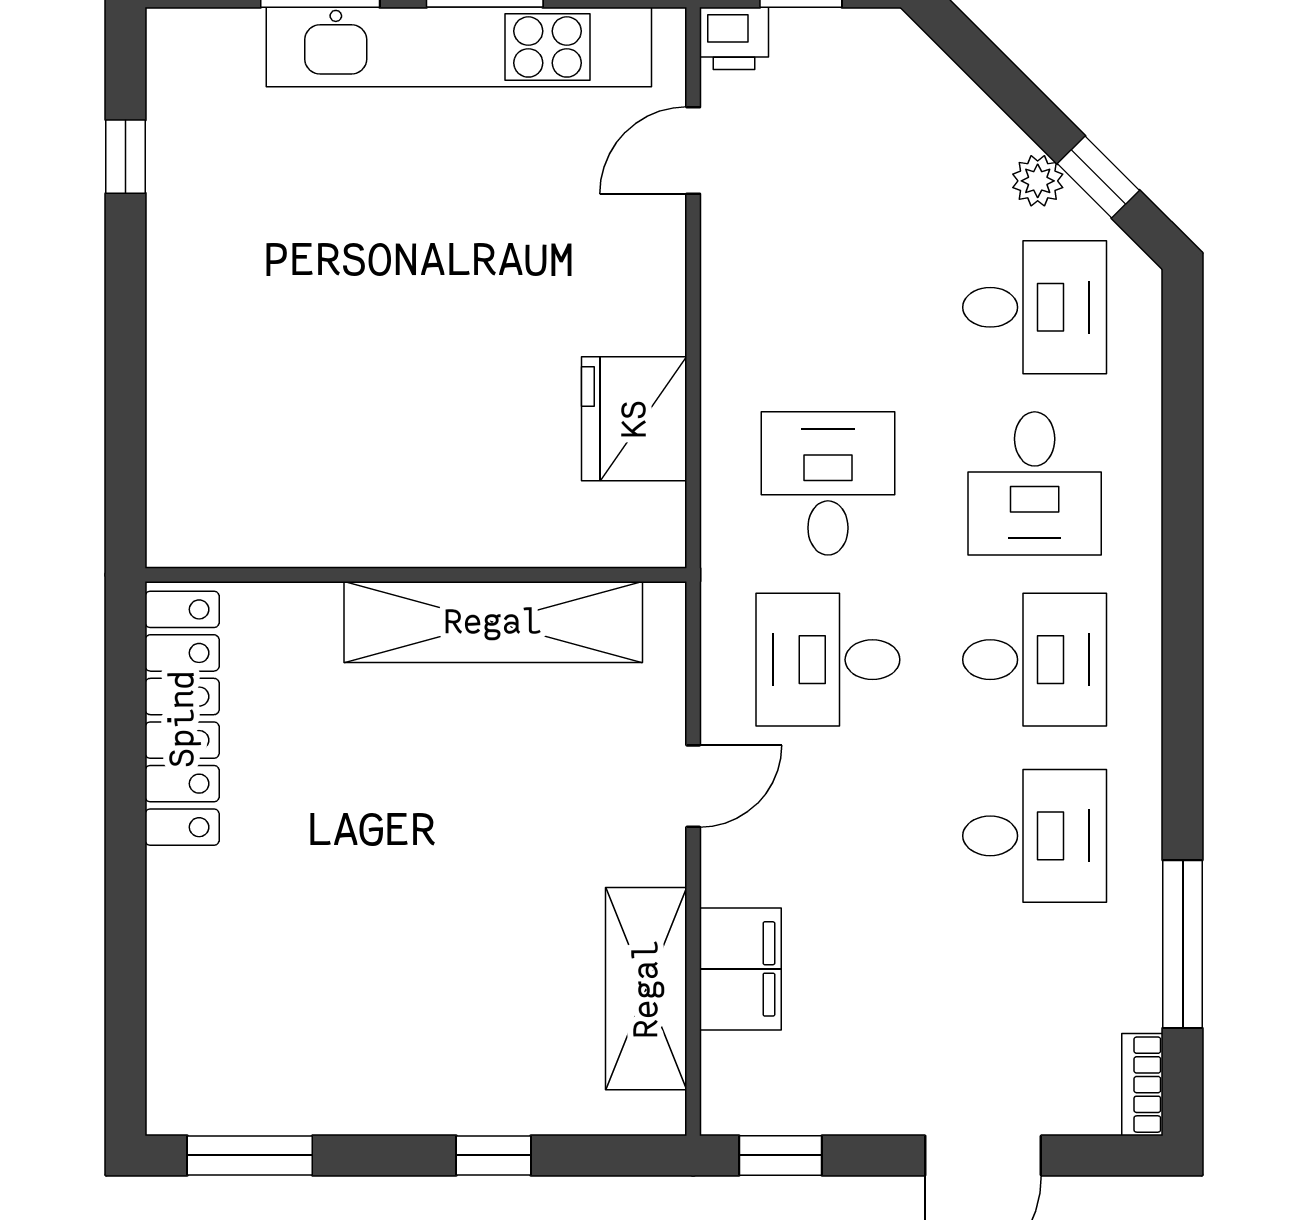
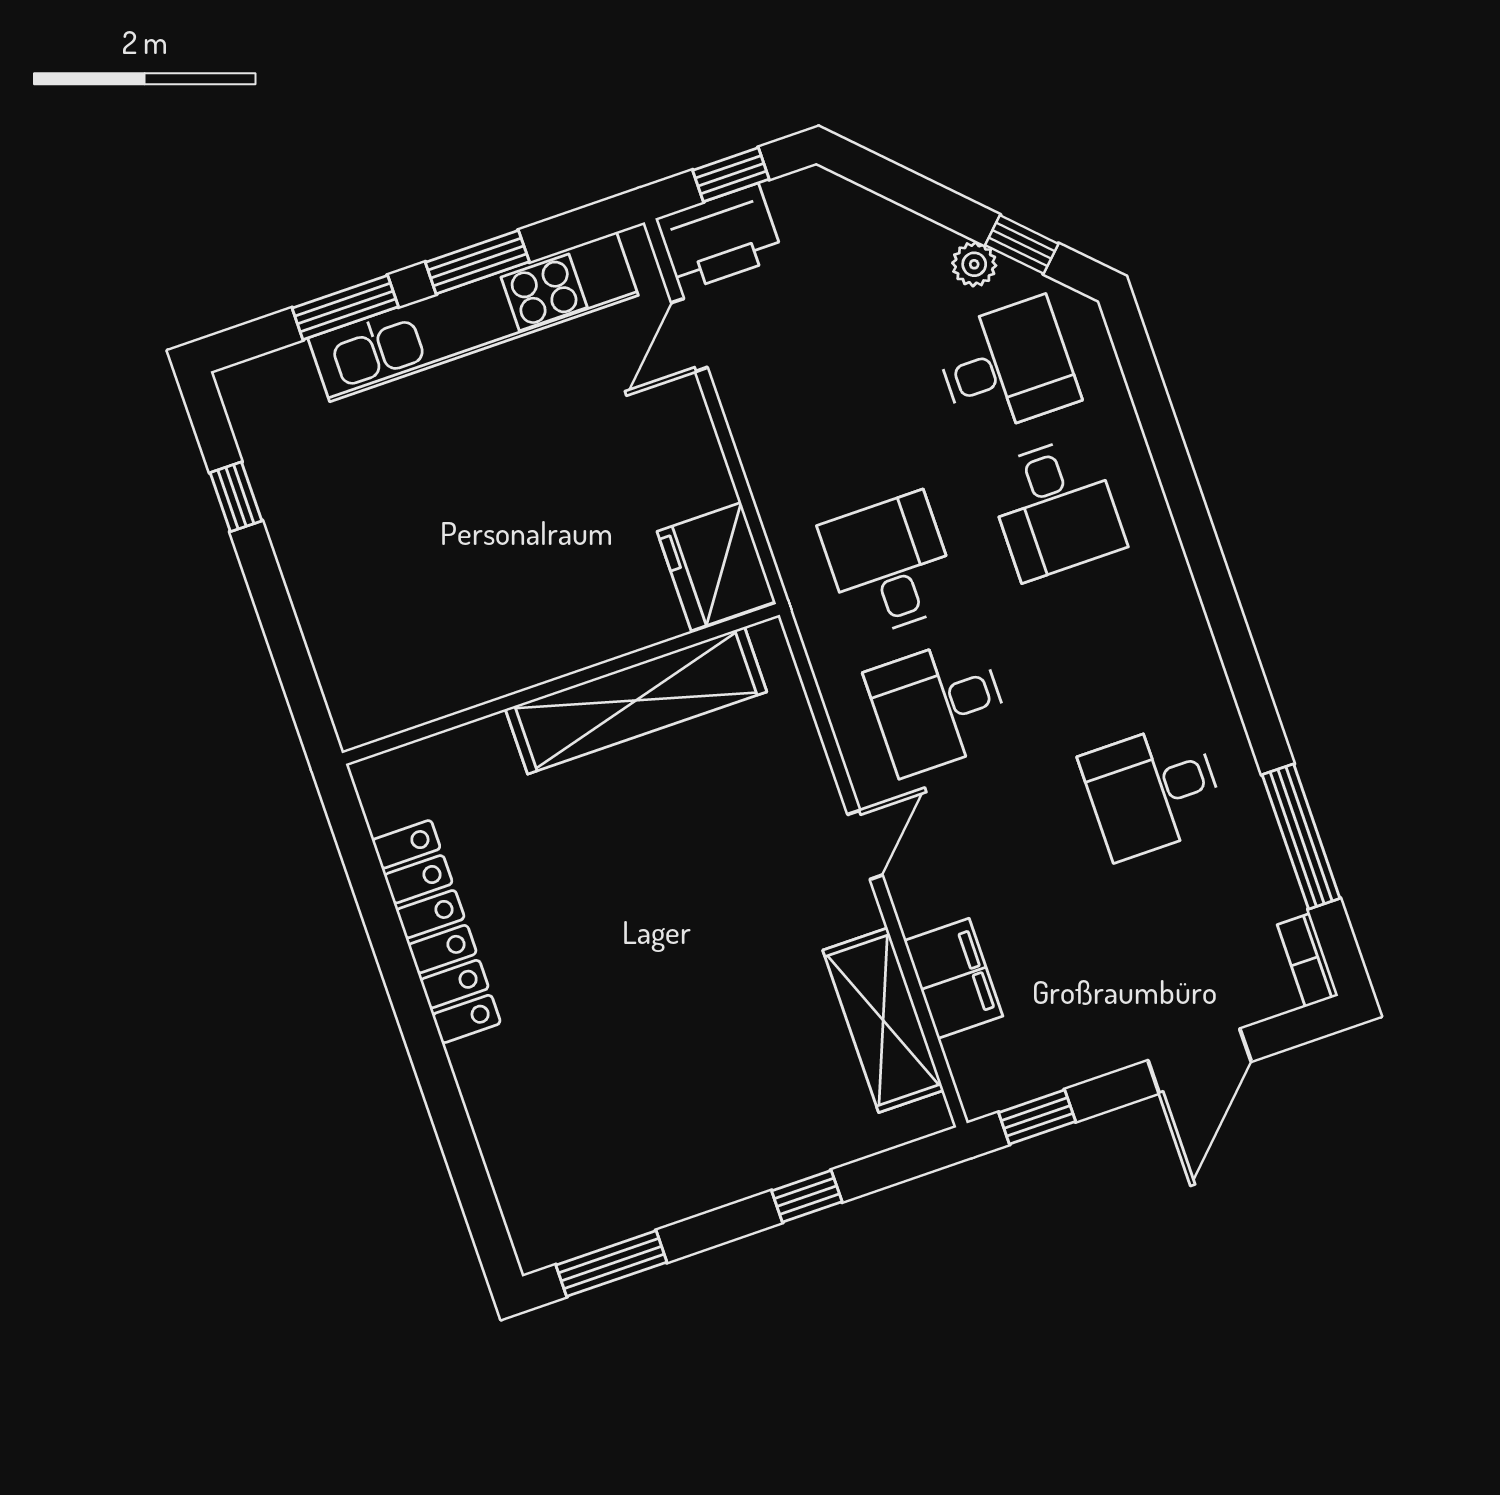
printer: (734, 38) -> (719, 238), width x1.87, depth x1.48
wall: (416, 575) -> (561, 684), moved
shelving: (493, 622) -> (636, 700), moved
desk: (1035, 660) -> (1104, 649), removed
desk: (1035, 836) -> (1153, 790), turned 180

